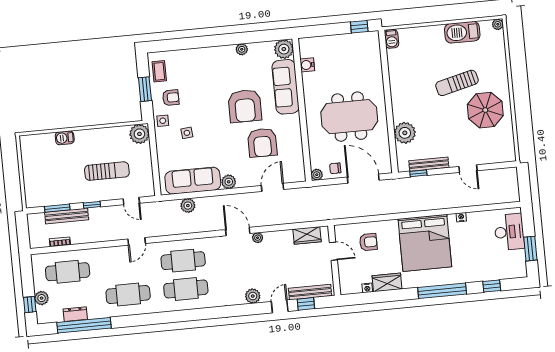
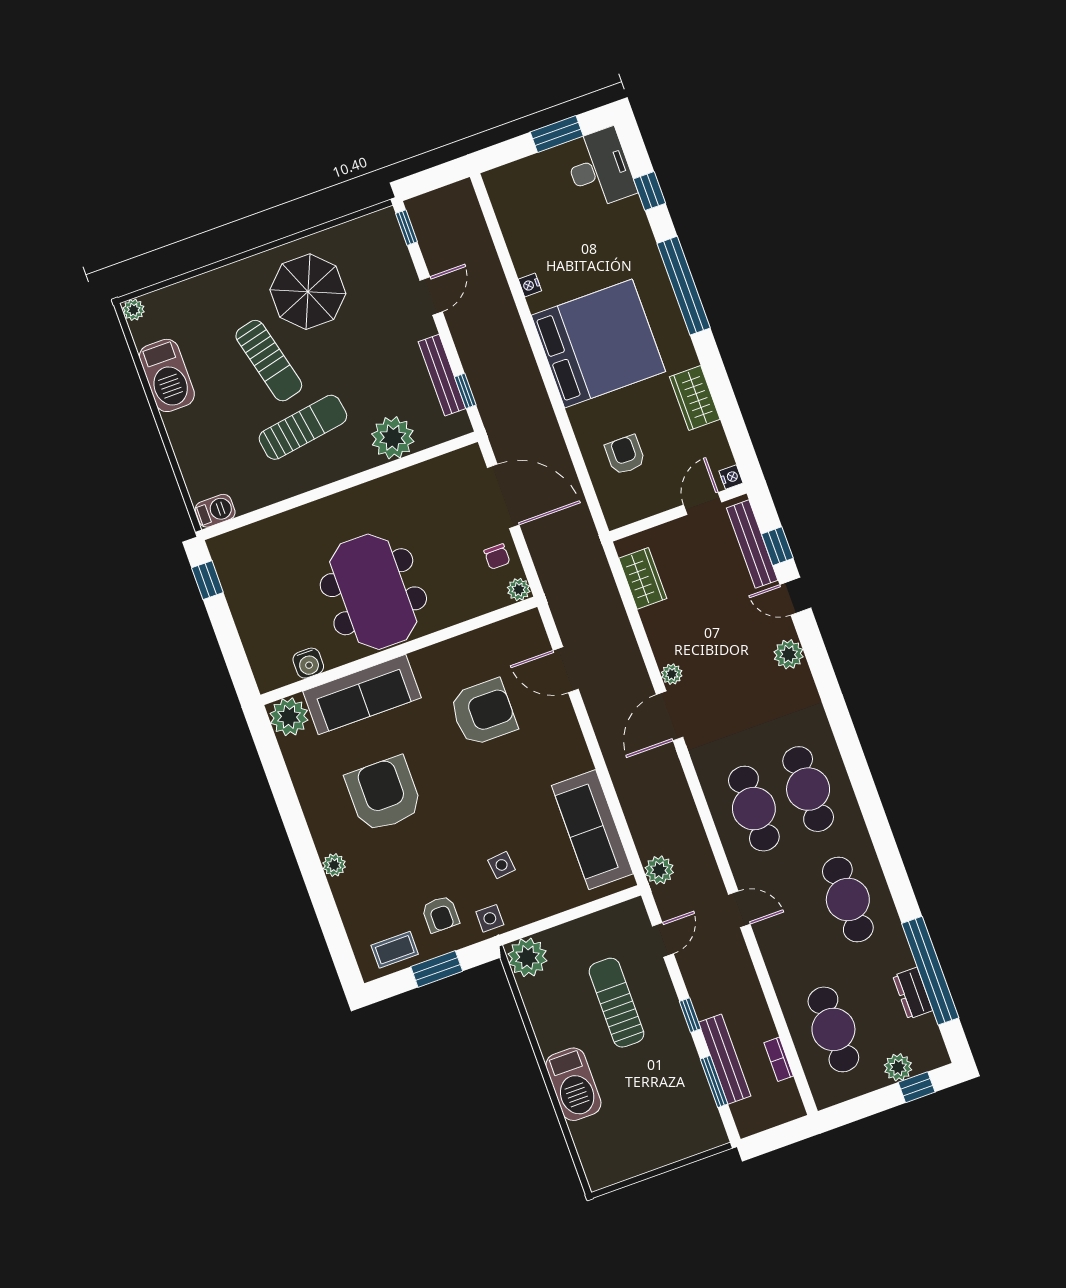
plant: (242, 49) -> (334, 865), moved
sun lounger: (421, 91) -> (303, 427), added
armchair: (171, 98) -> (441, 914), turned 180
armchair: (245, 106) -> (384, 794), moved, turned -90
meeting table: (349, 117) -> (373, 592), moved
barbecue: (65, 138) -> (573, 1084), width x1.88, depth x1.53
window: (504, 165) -> (407, 228), added
door: (363, 179) -> (503, 496), swing flipped
plant: (229, 182) -> (577, 759), removed
plant: (188, 206) -> (659, 870), moved
desk: (509, 232) -> (600, 168), moved, turned 90
door: (333, 251) -> (703, 504), moved
nightstand: (367, 288) -> (731, 477), moved

